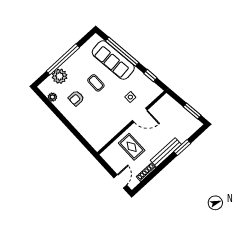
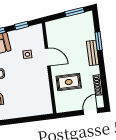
door: (140, 115) -> (48, 57), hinge flipped
bench: (166, 152) -> (93, 53), width x0.73
door: (120, 181) -> (90, 111), hinge flipped

